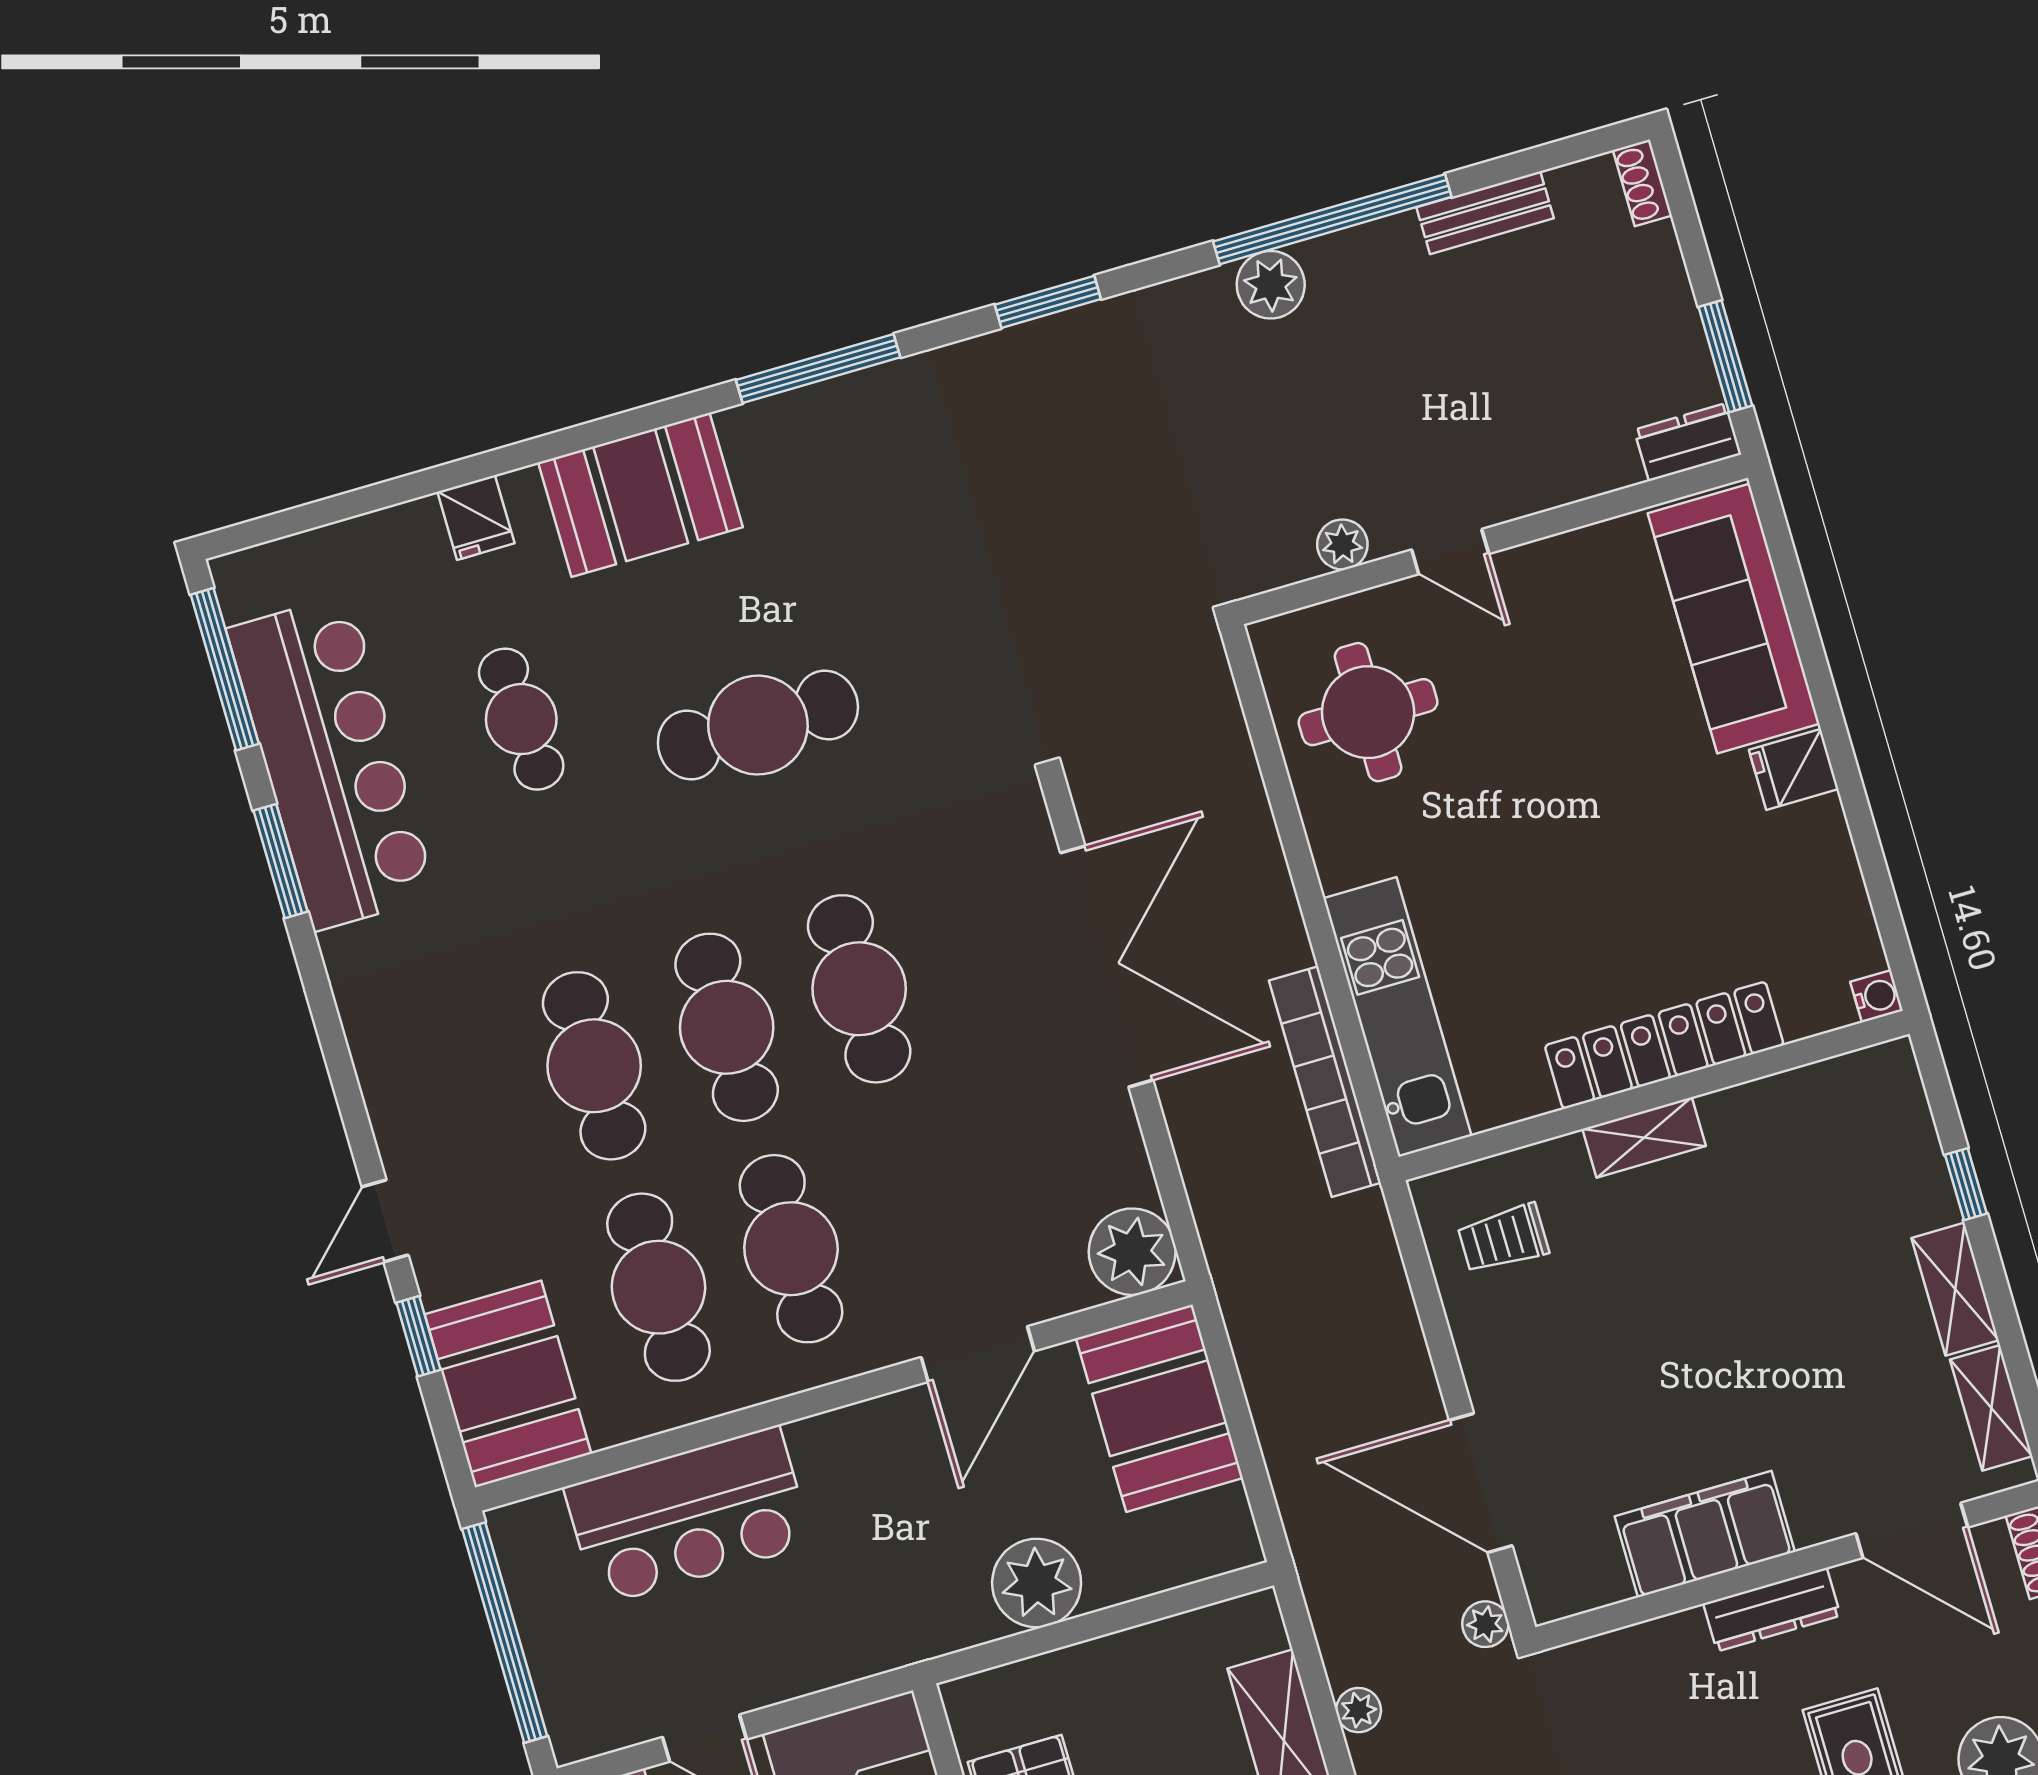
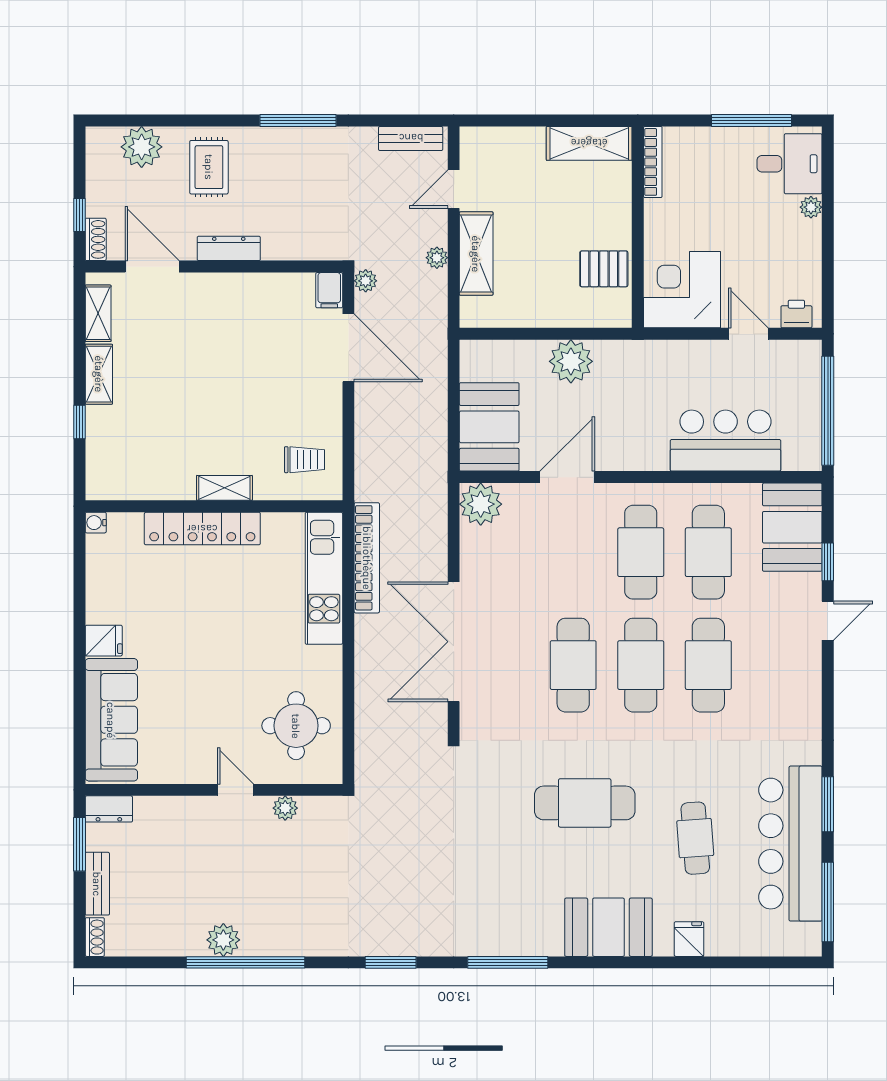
bench: (1485, 213) -> (97, 884), moved, turned 90
plant: (1271, 285) -> (223, 940), moved
filing cabinet: (1705, 1534) -> (329, 290), moved, width x0.33, depth x0.86

